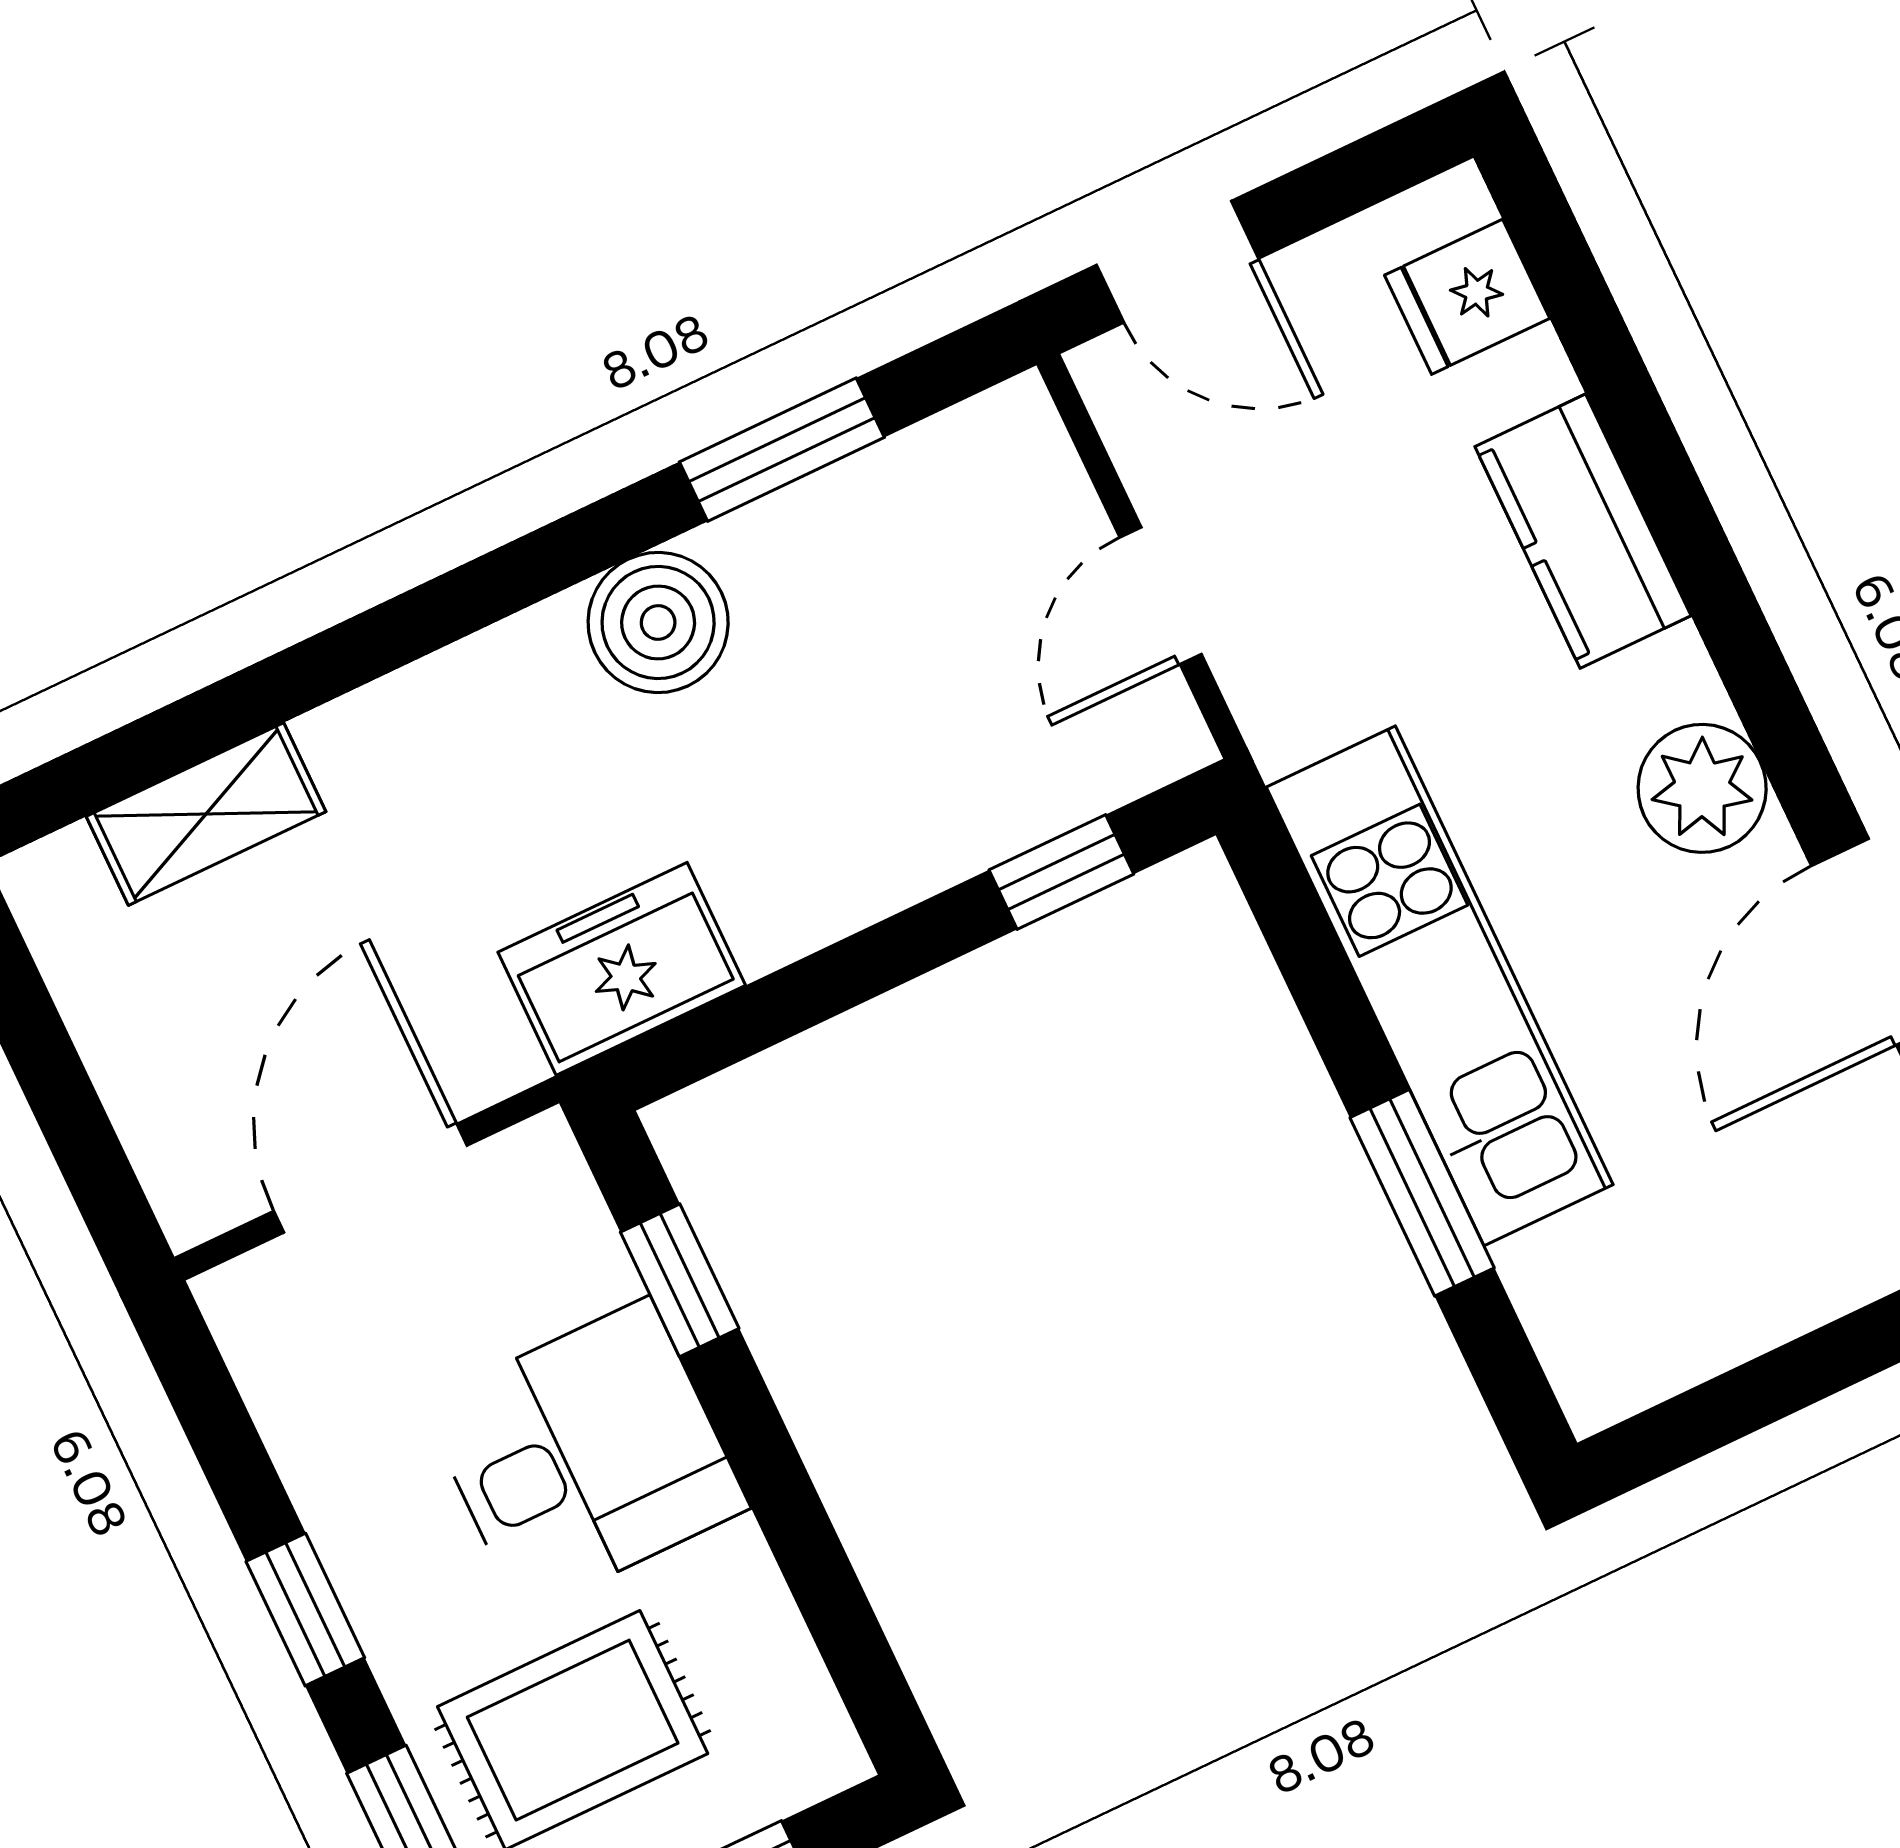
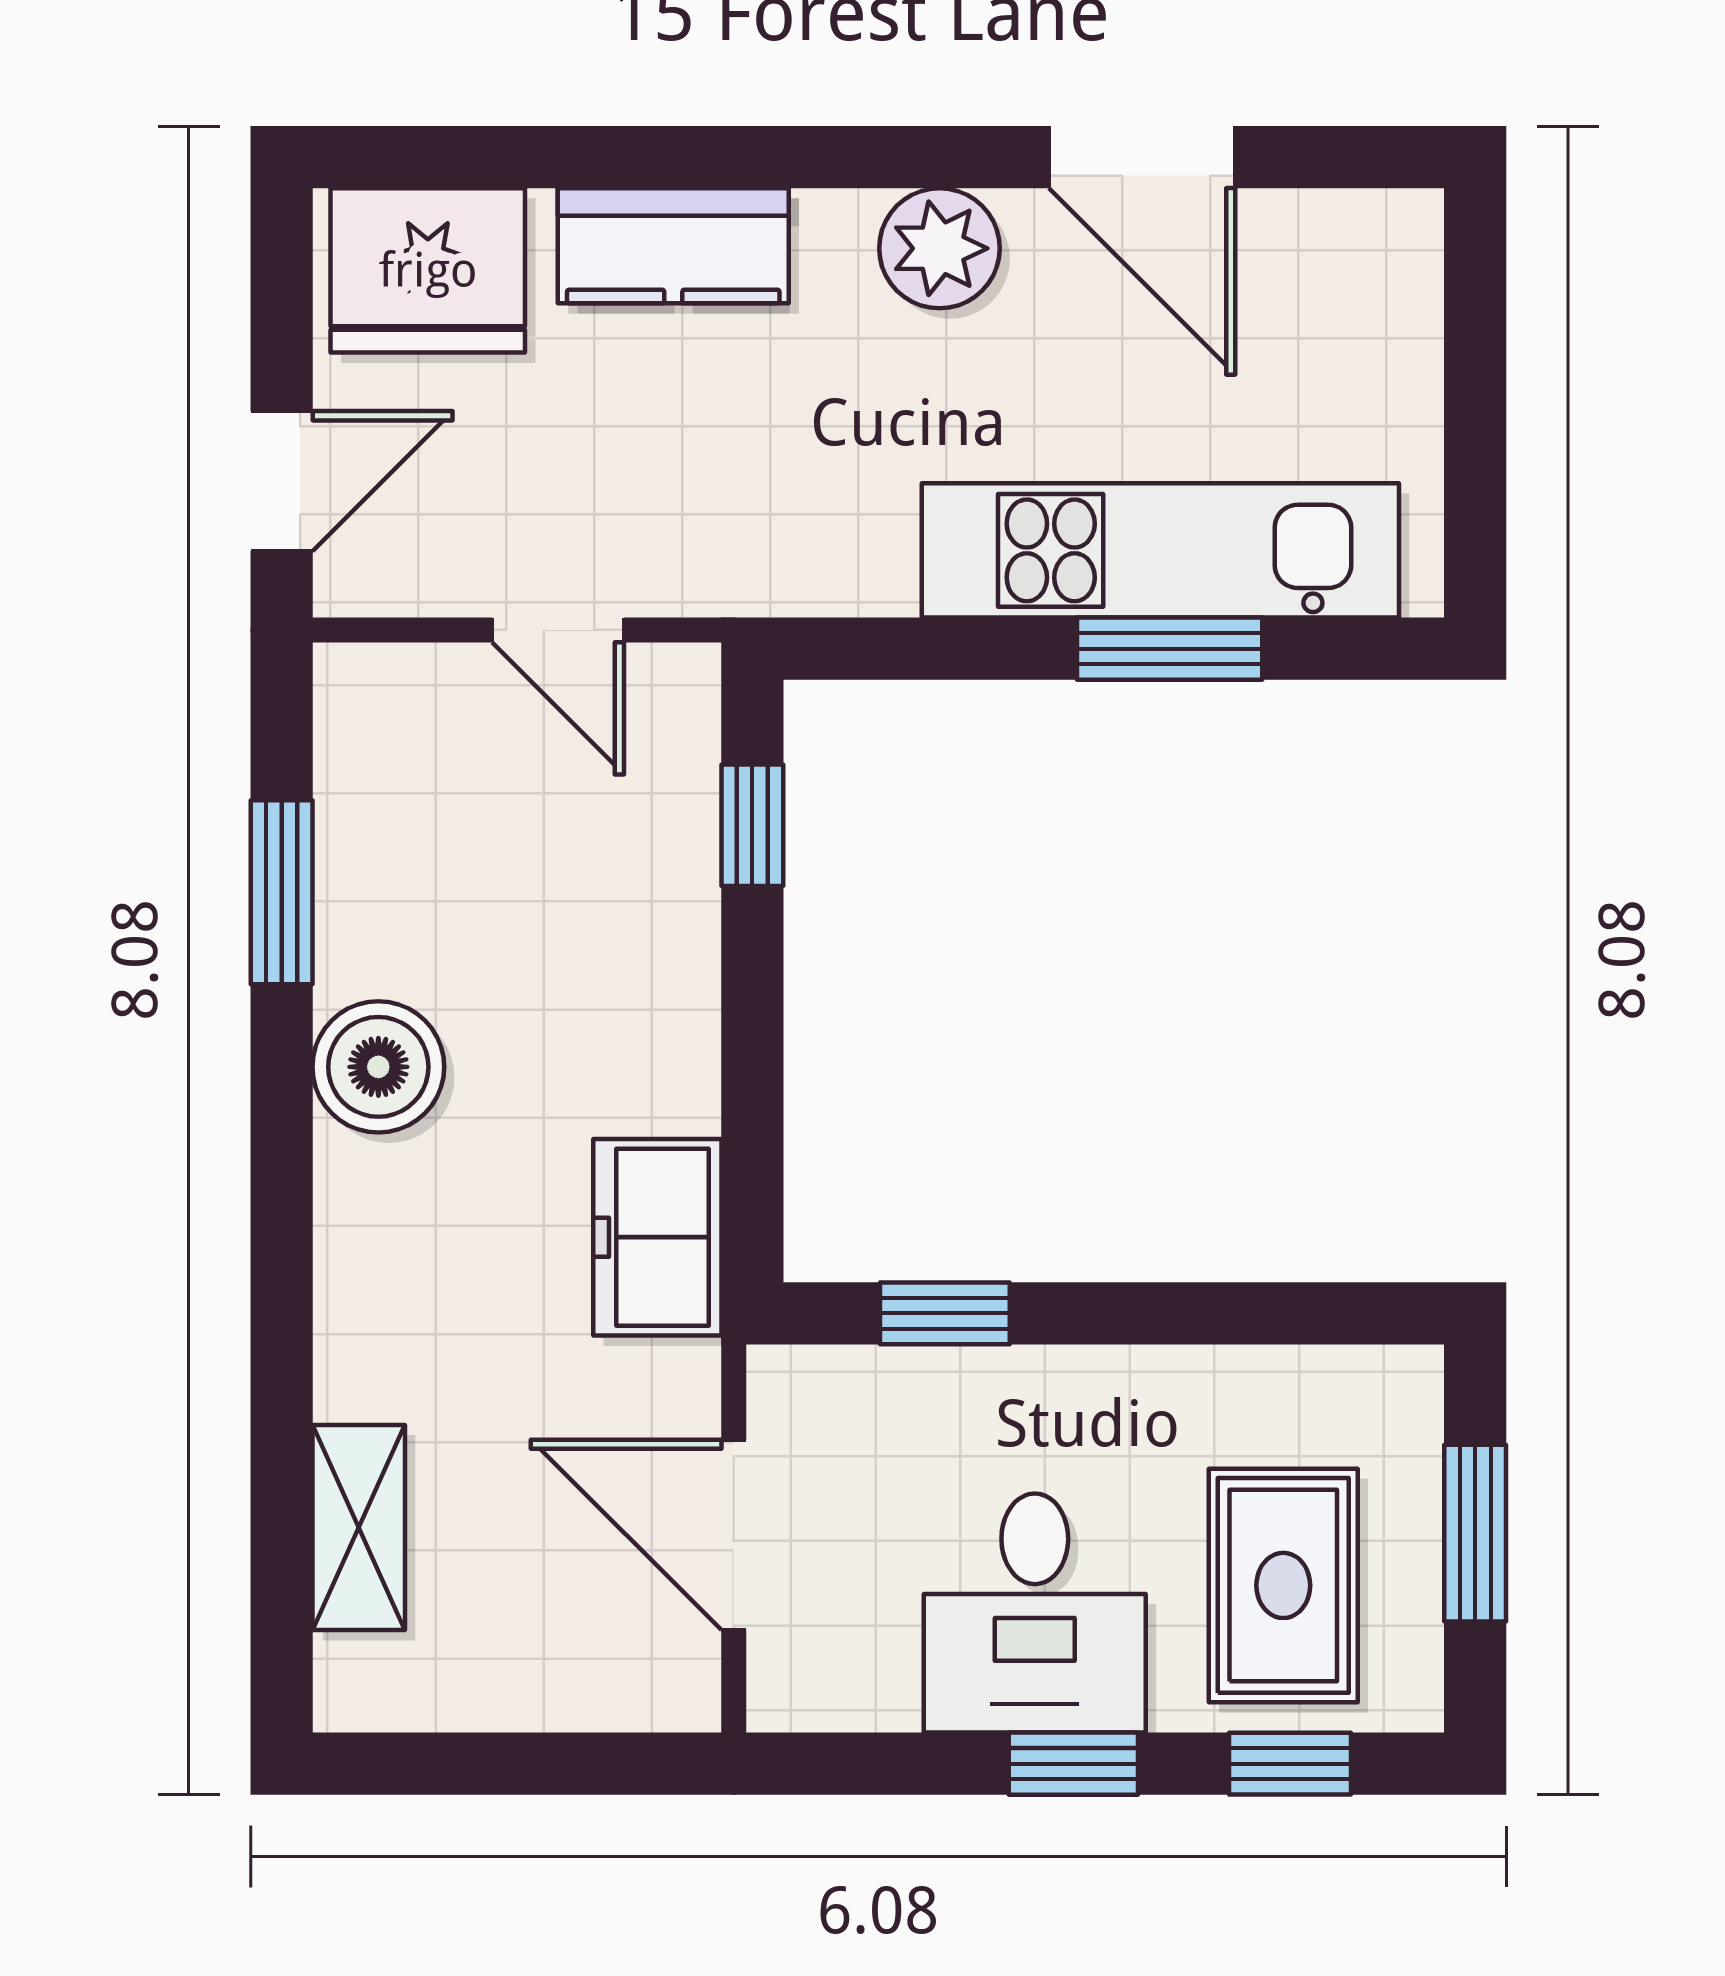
fridge: (1467, 297) -> (428, 270), width x1.88, depth x1.34
kitchen unit: (1440, 986) -> (1160, 550), moved
desk: (586, 1456) -> (1035, 1613), moved, turned 180

